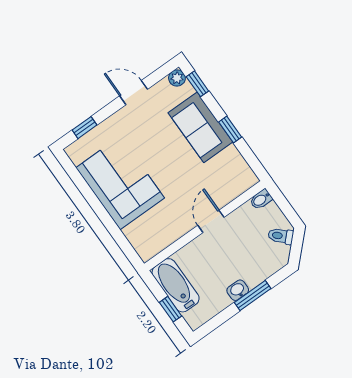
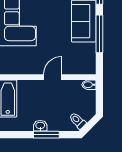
window: (230, 129) -> (99, 34), width x2.17
toilet: (281, 236) -> (78, 121), moved

